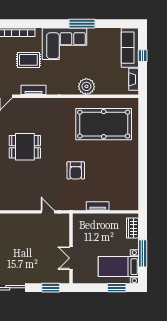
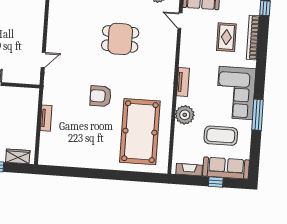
coffee table: (102, 54) -> (221, 136), added
rug: (28, 60) -> (226, 37), moved
tv unit: (34, 90) -> (183, 82), moved
dining table: (25, 147) -> (120, 39), turned 90
armchair: (76, 170) -> (100, 96), moved

